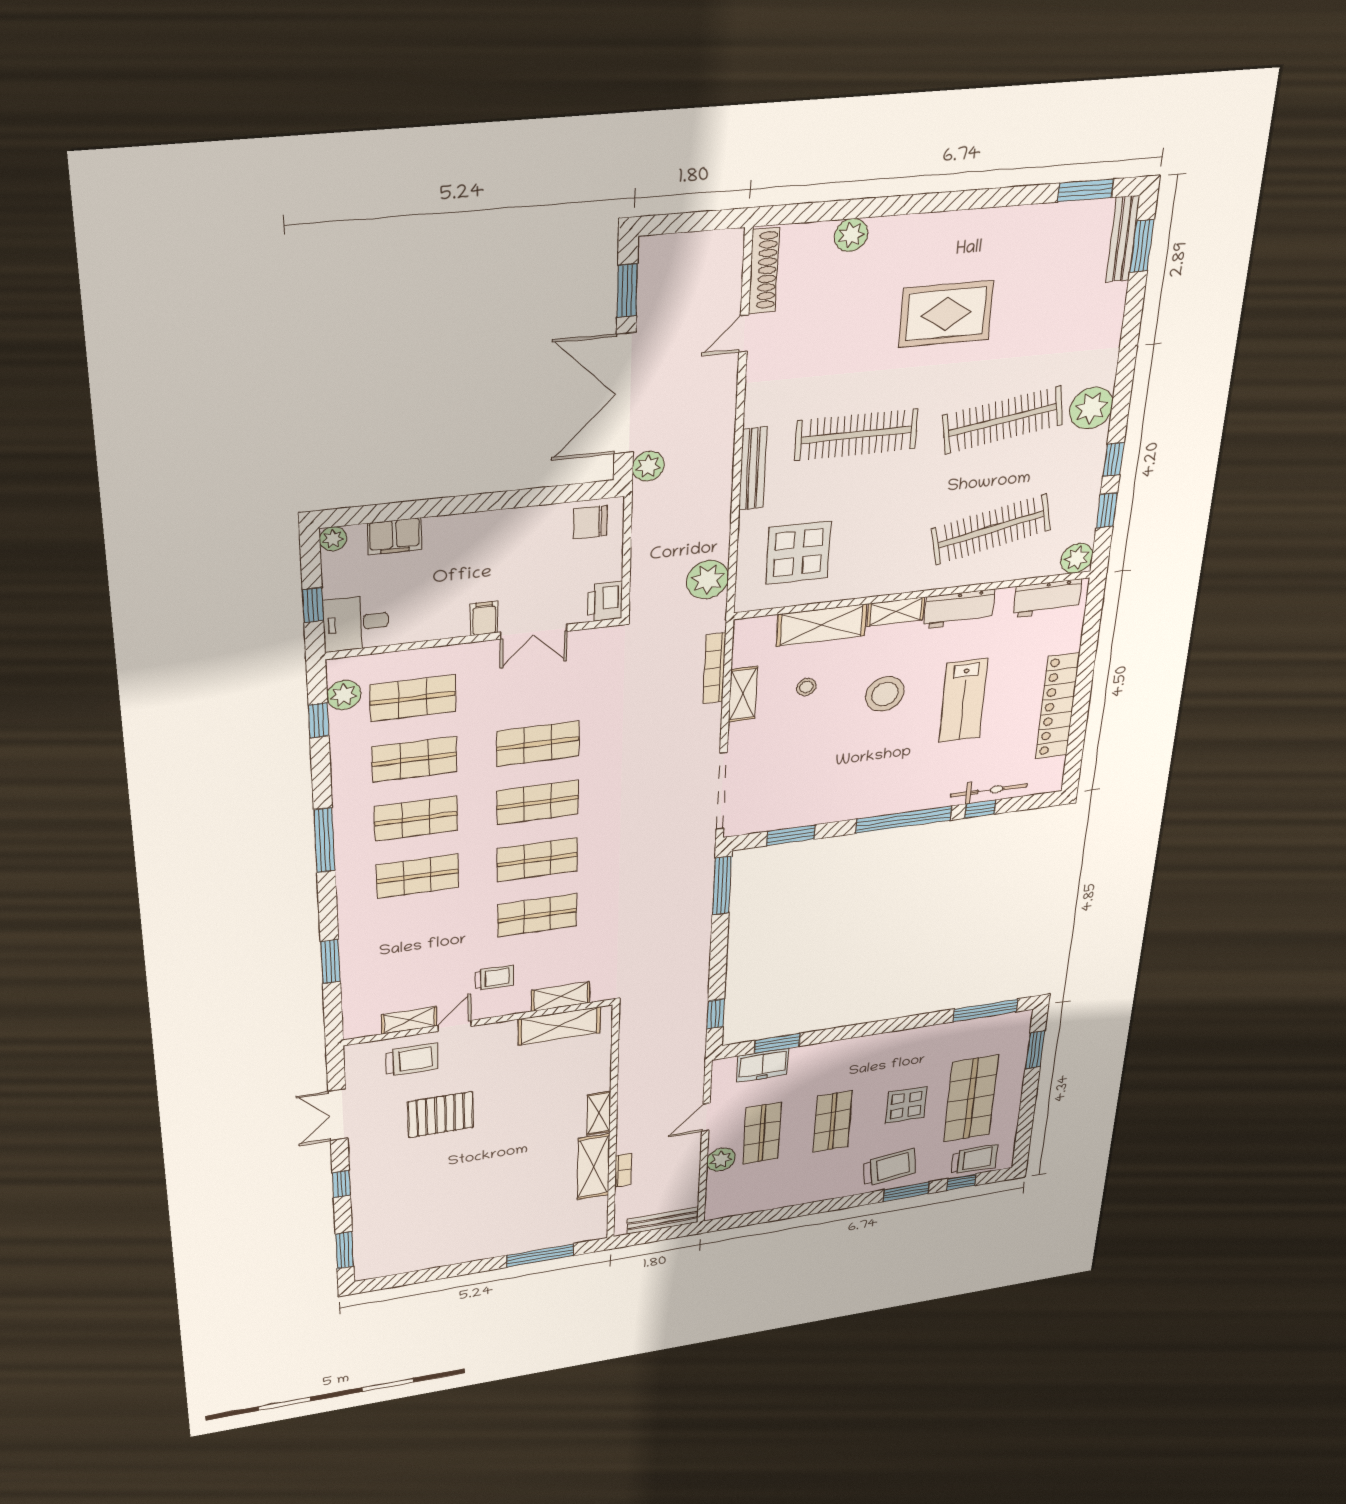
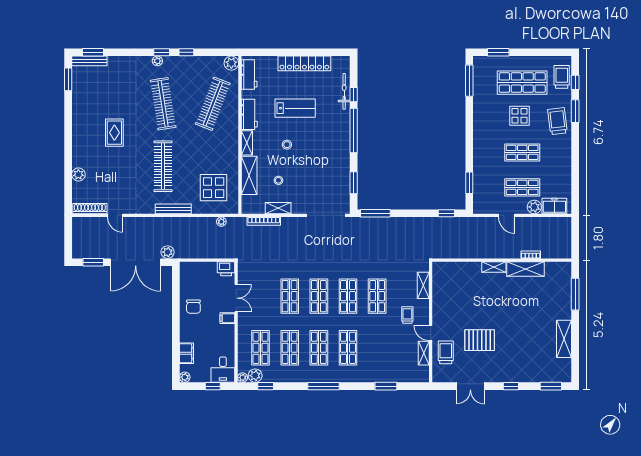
rug: (946, 314) -> (114, 133), width x0.73, depth x0.70
plant: (1091, 408) -> (157, 61), width x0.53, depth x0.53
window: (1107, 510) -> (162, 52), moved
chair: (590, 522) -> (193, 307), moved
clothes rail: (991, 529) -> (213, 104), turned 33
plant: (708, 579) -> (221, 222), width x0.53, depth x0.53
plant: (338, 668) -> (243, 378), added
stool: (885, 694) -> (287, 145), width x0.53, depth x0.53
shelving: (559, 1026) -> (564, 339), moved
freezer: (763, 1065) -> (554, 206), moved, turned -90
pallet: (441, 1115) -> (480, 340), turned 90
bench: (663, 1221) -> (567, 234), removed

